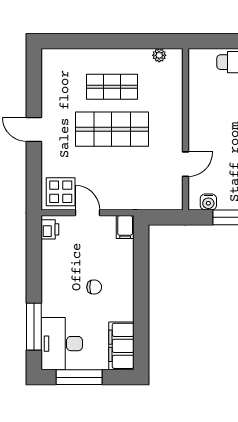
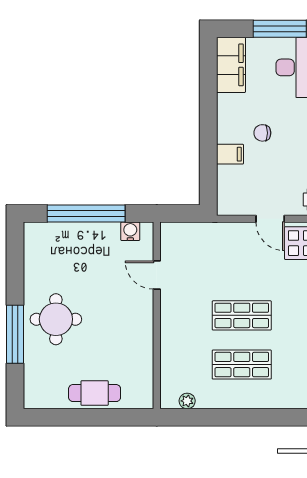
shop shelf: (112, 129) -> (242, 315), width x0.70, depth x0.74
door: (186, 164) -> (157, 275), hinge flipped
filing cabinet: (125, 227) -> (230, 154), moved, turned 90

